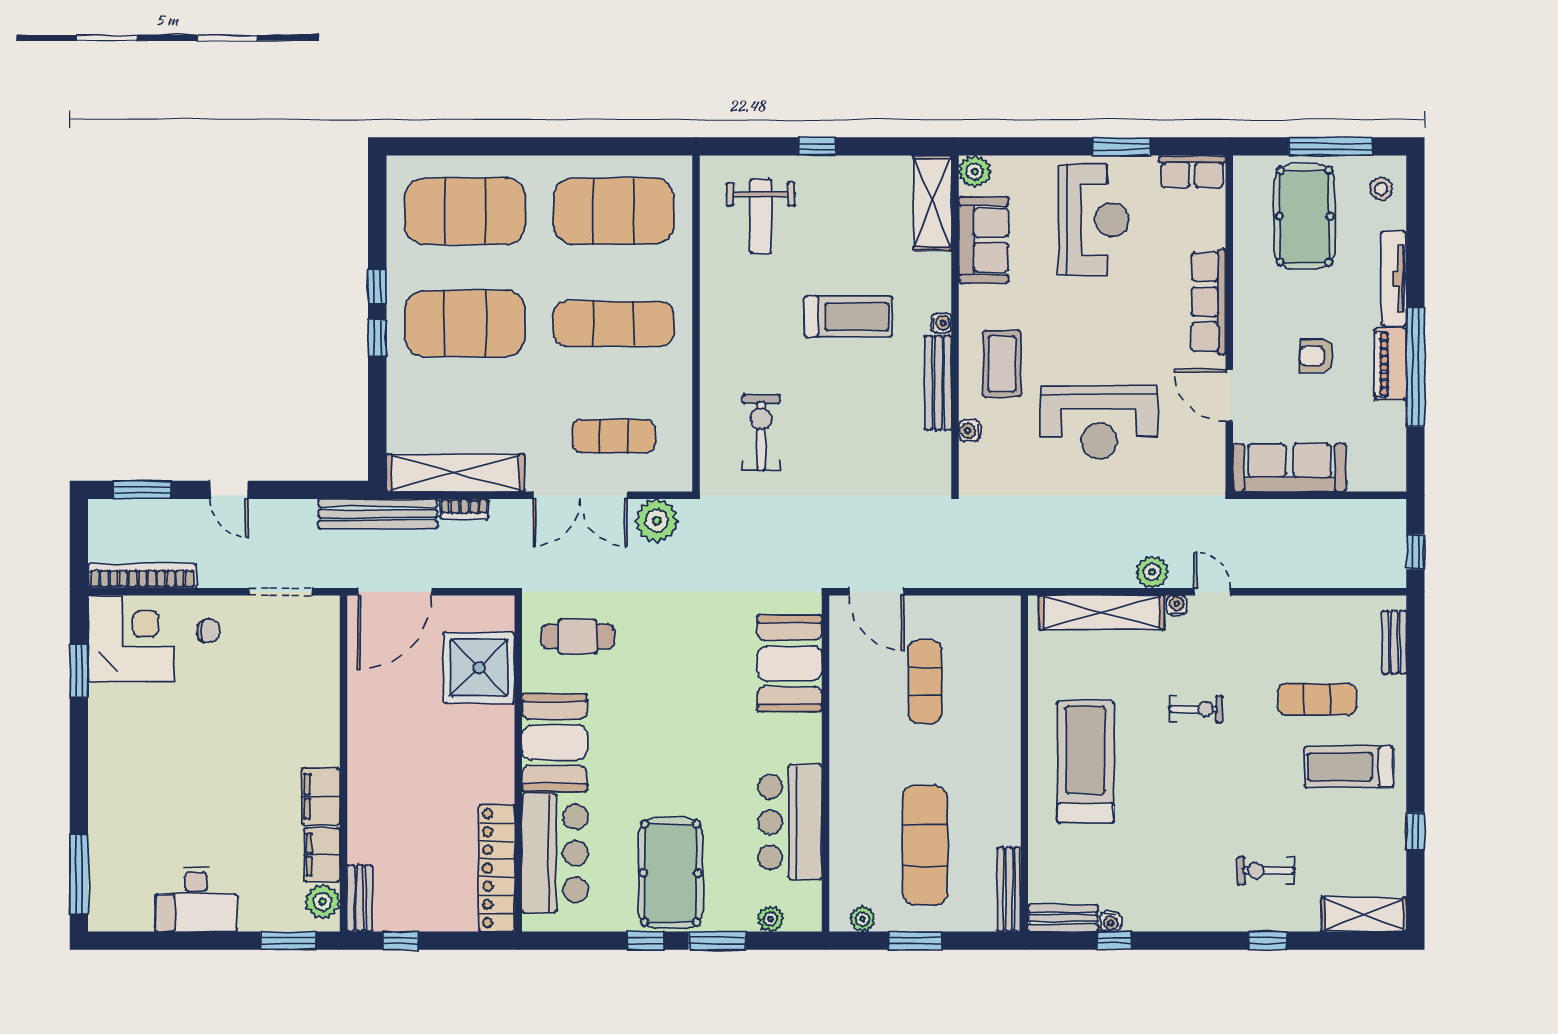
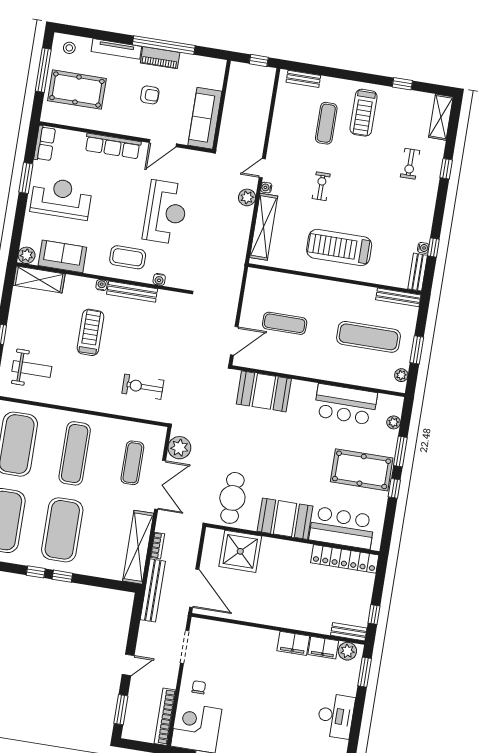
armchair: (1317, 356) -> (150, 95), turned -90
cafe table: (578, 637) -> (232, 498), width x1.37, depth x1.35

